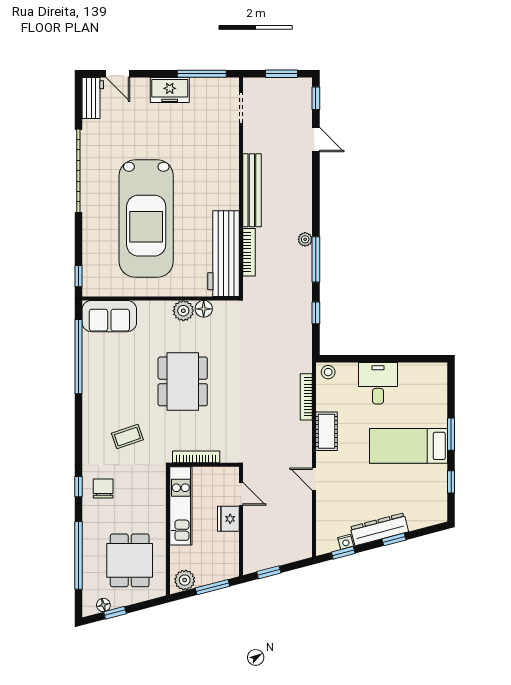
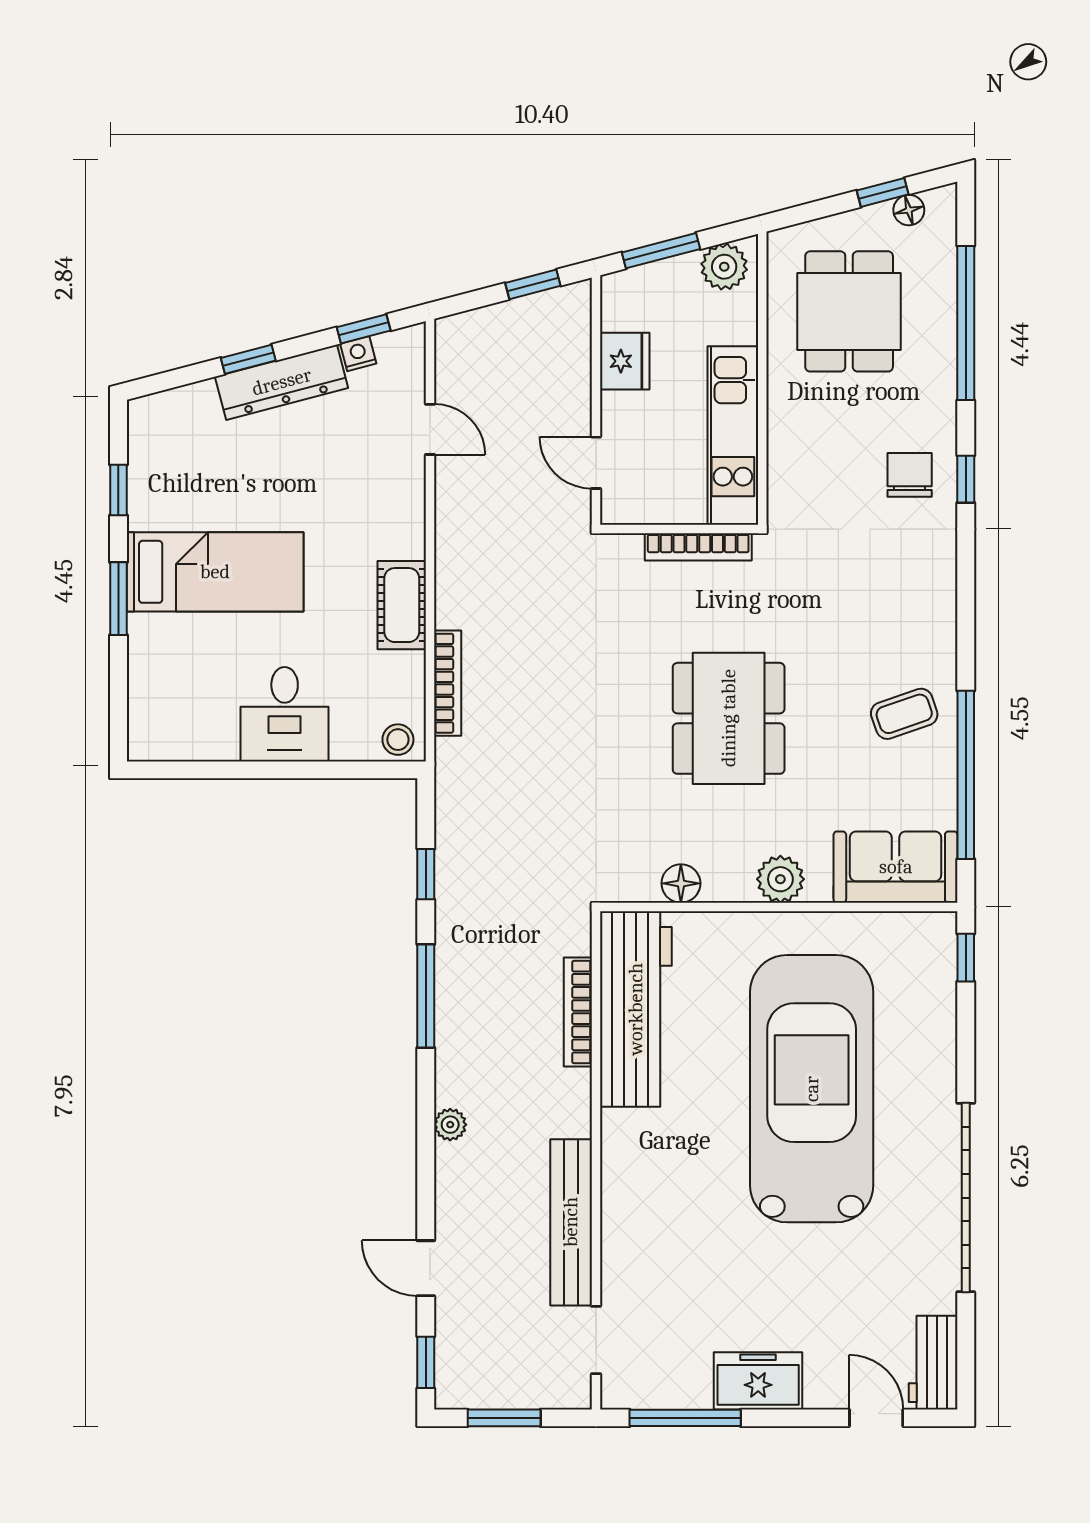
bench: (252, 190) -> (571, 1222), moved
plant: (305, 239) -> (450, 1125), moved
plant: (183, 311) -> (780, 879), moved
coffee table: (127, 437) -> (904, 714), moved
door: (314, 479) -> (430, 429), moved
chair: (103, 488) -> (910, 475), turned 180
fridge: (228, 519) -> (625, 361), moved

